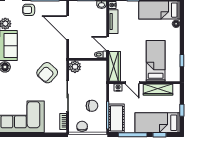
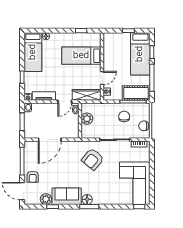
plant: (75, 67) -> (87, 119), moved
armchair: (47, 73) -> (93, 159), turned 87
wardrobe: (158, 89) -> (109, 54), removed

